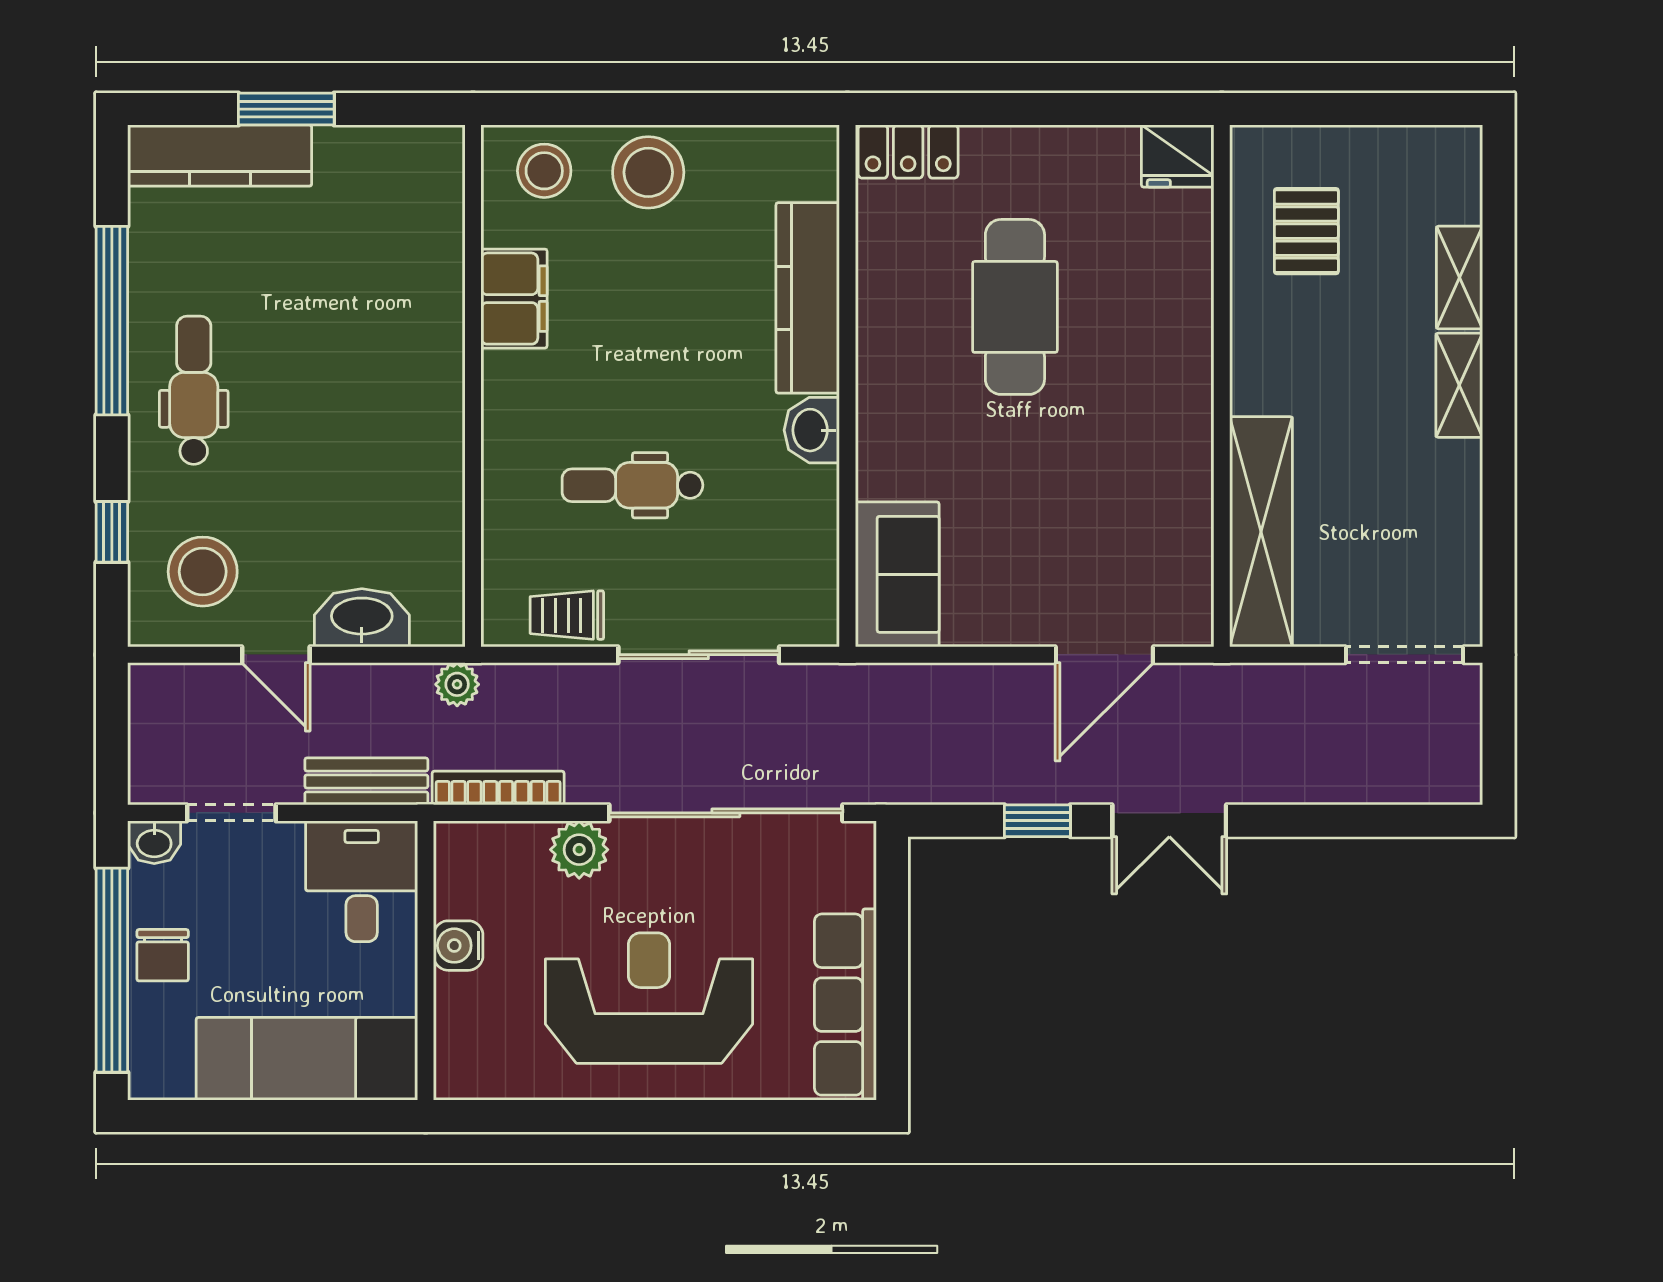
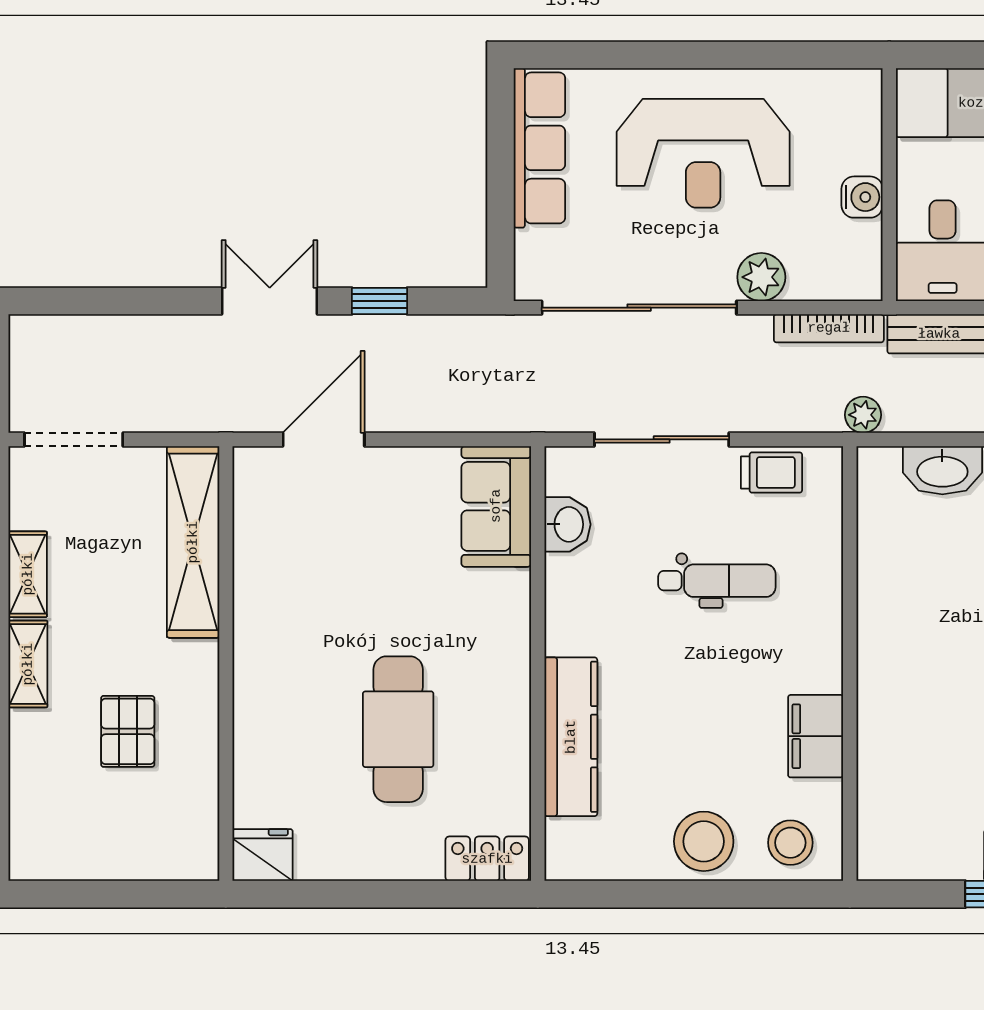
pallet: (1306, 231) -> (128, 731), moved
shelving: (1460, 278) -> (28, 574), moved
washbasin: (812, 430) -> (567, 524), moved

